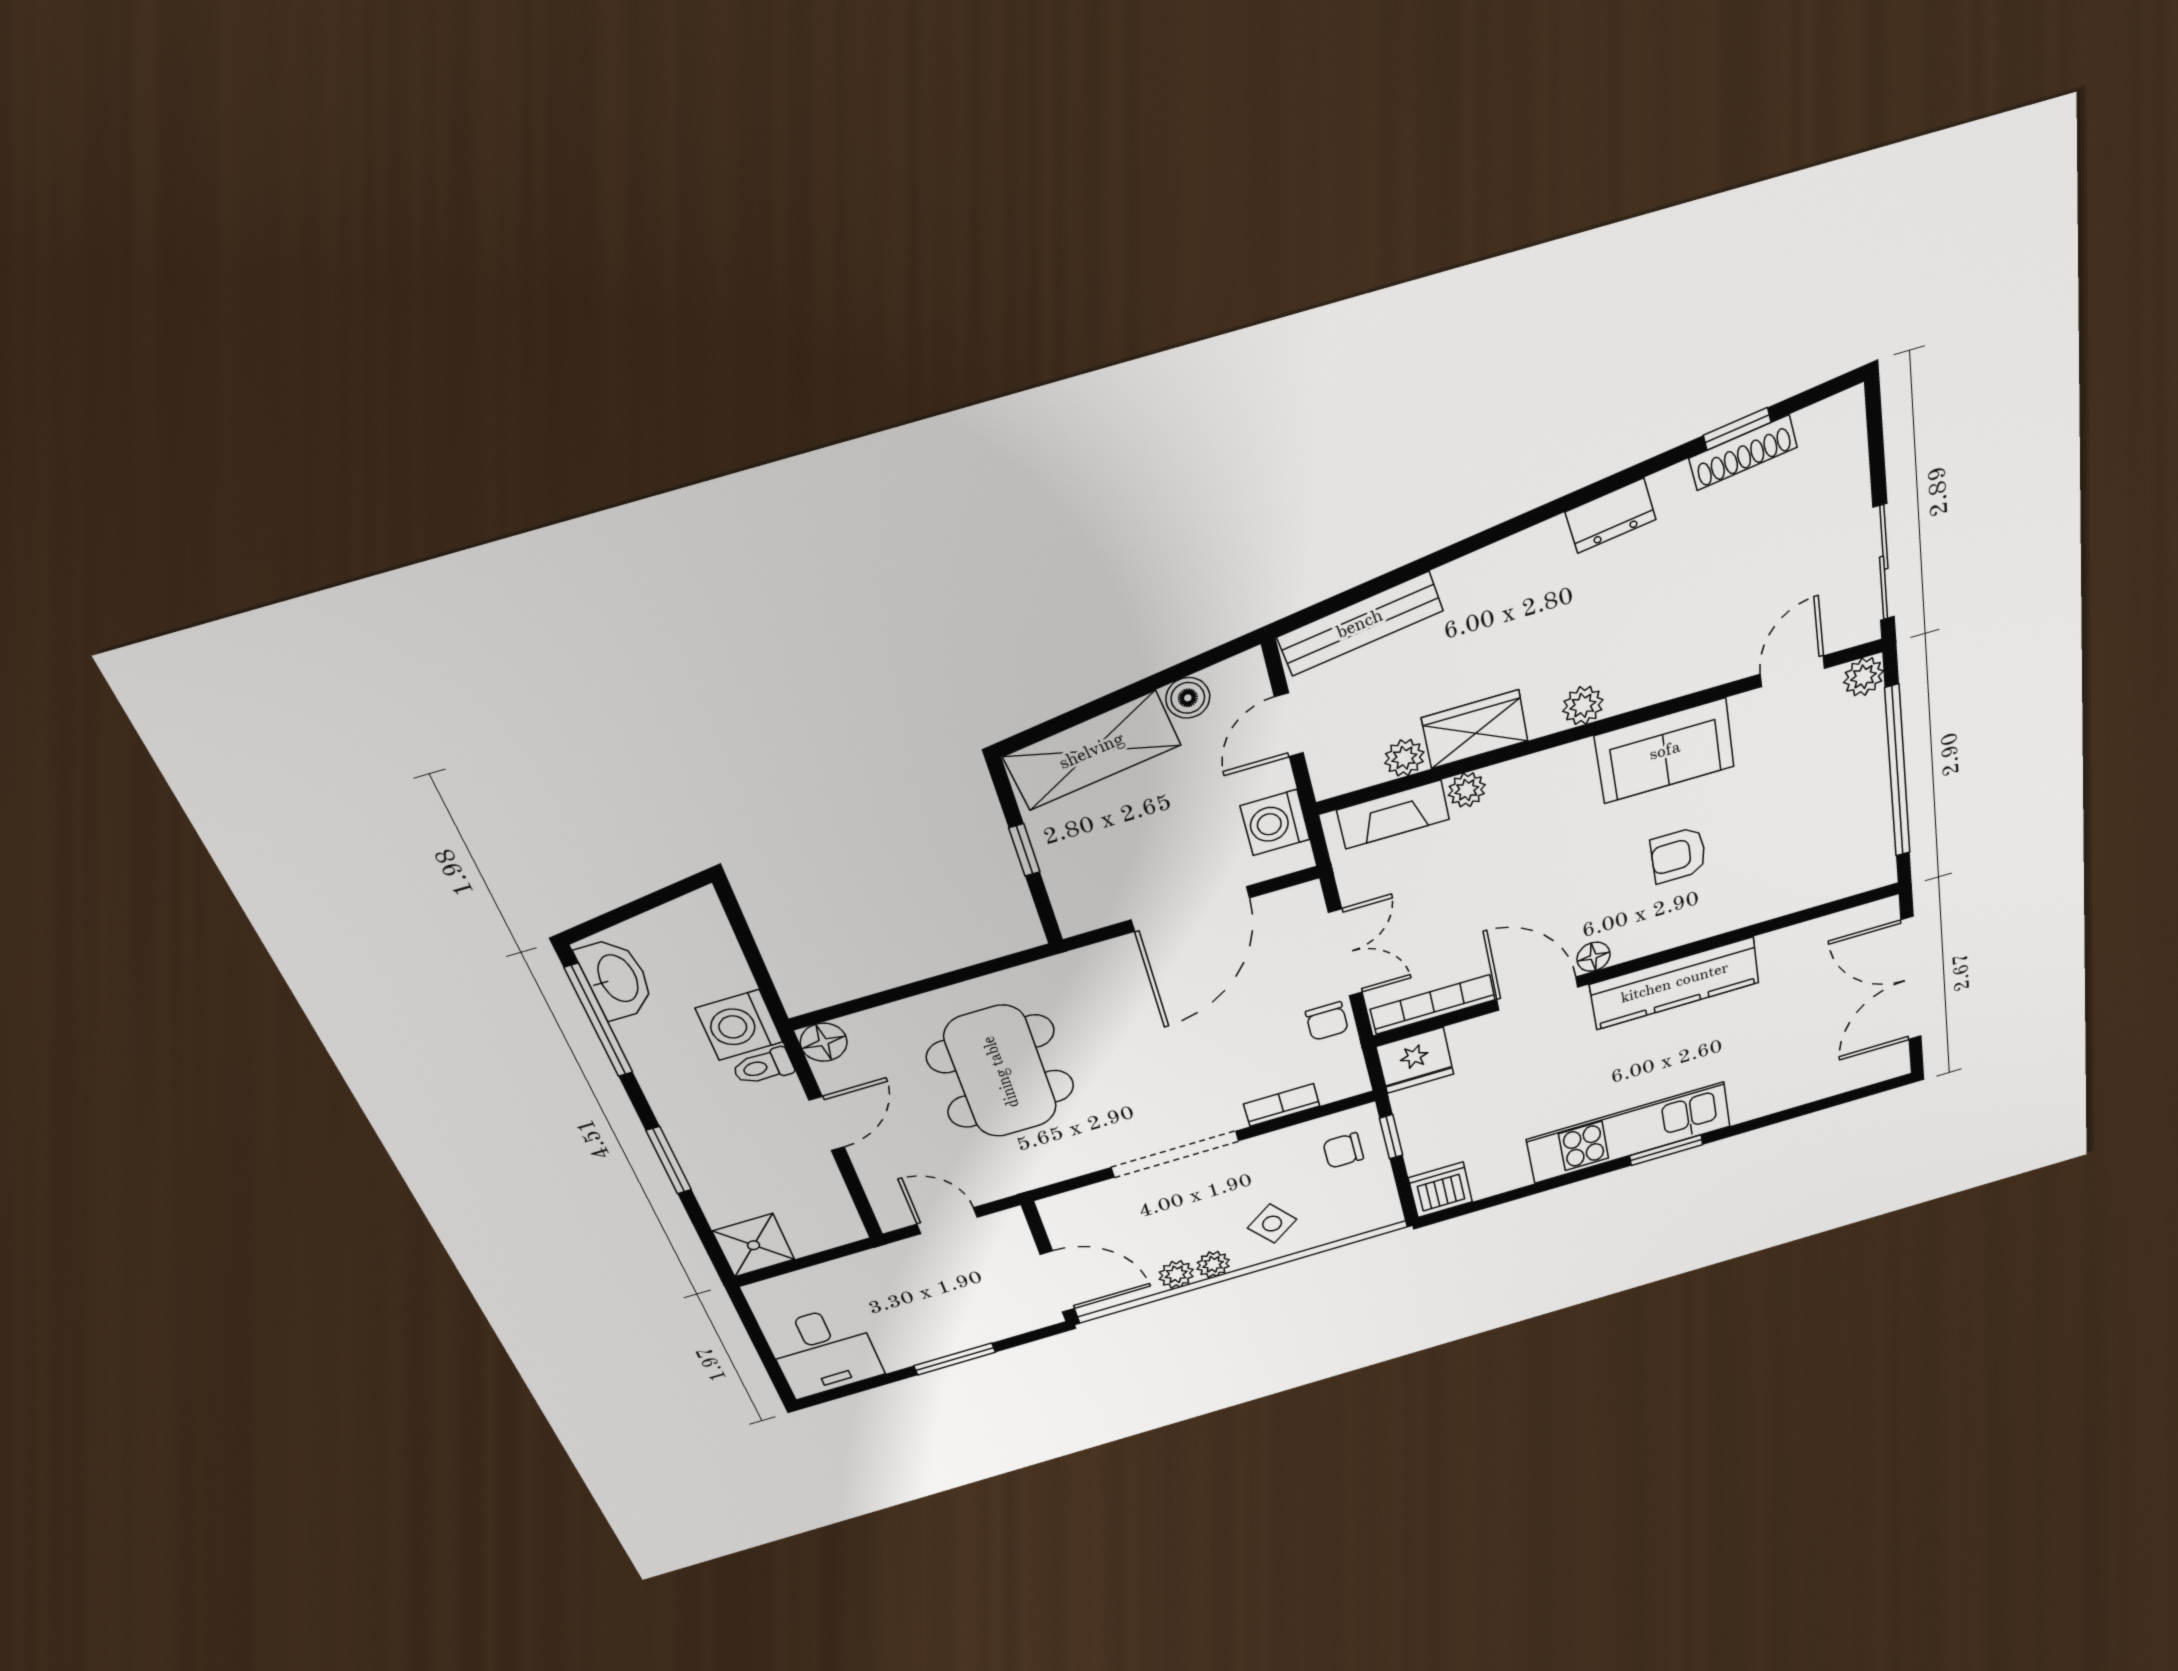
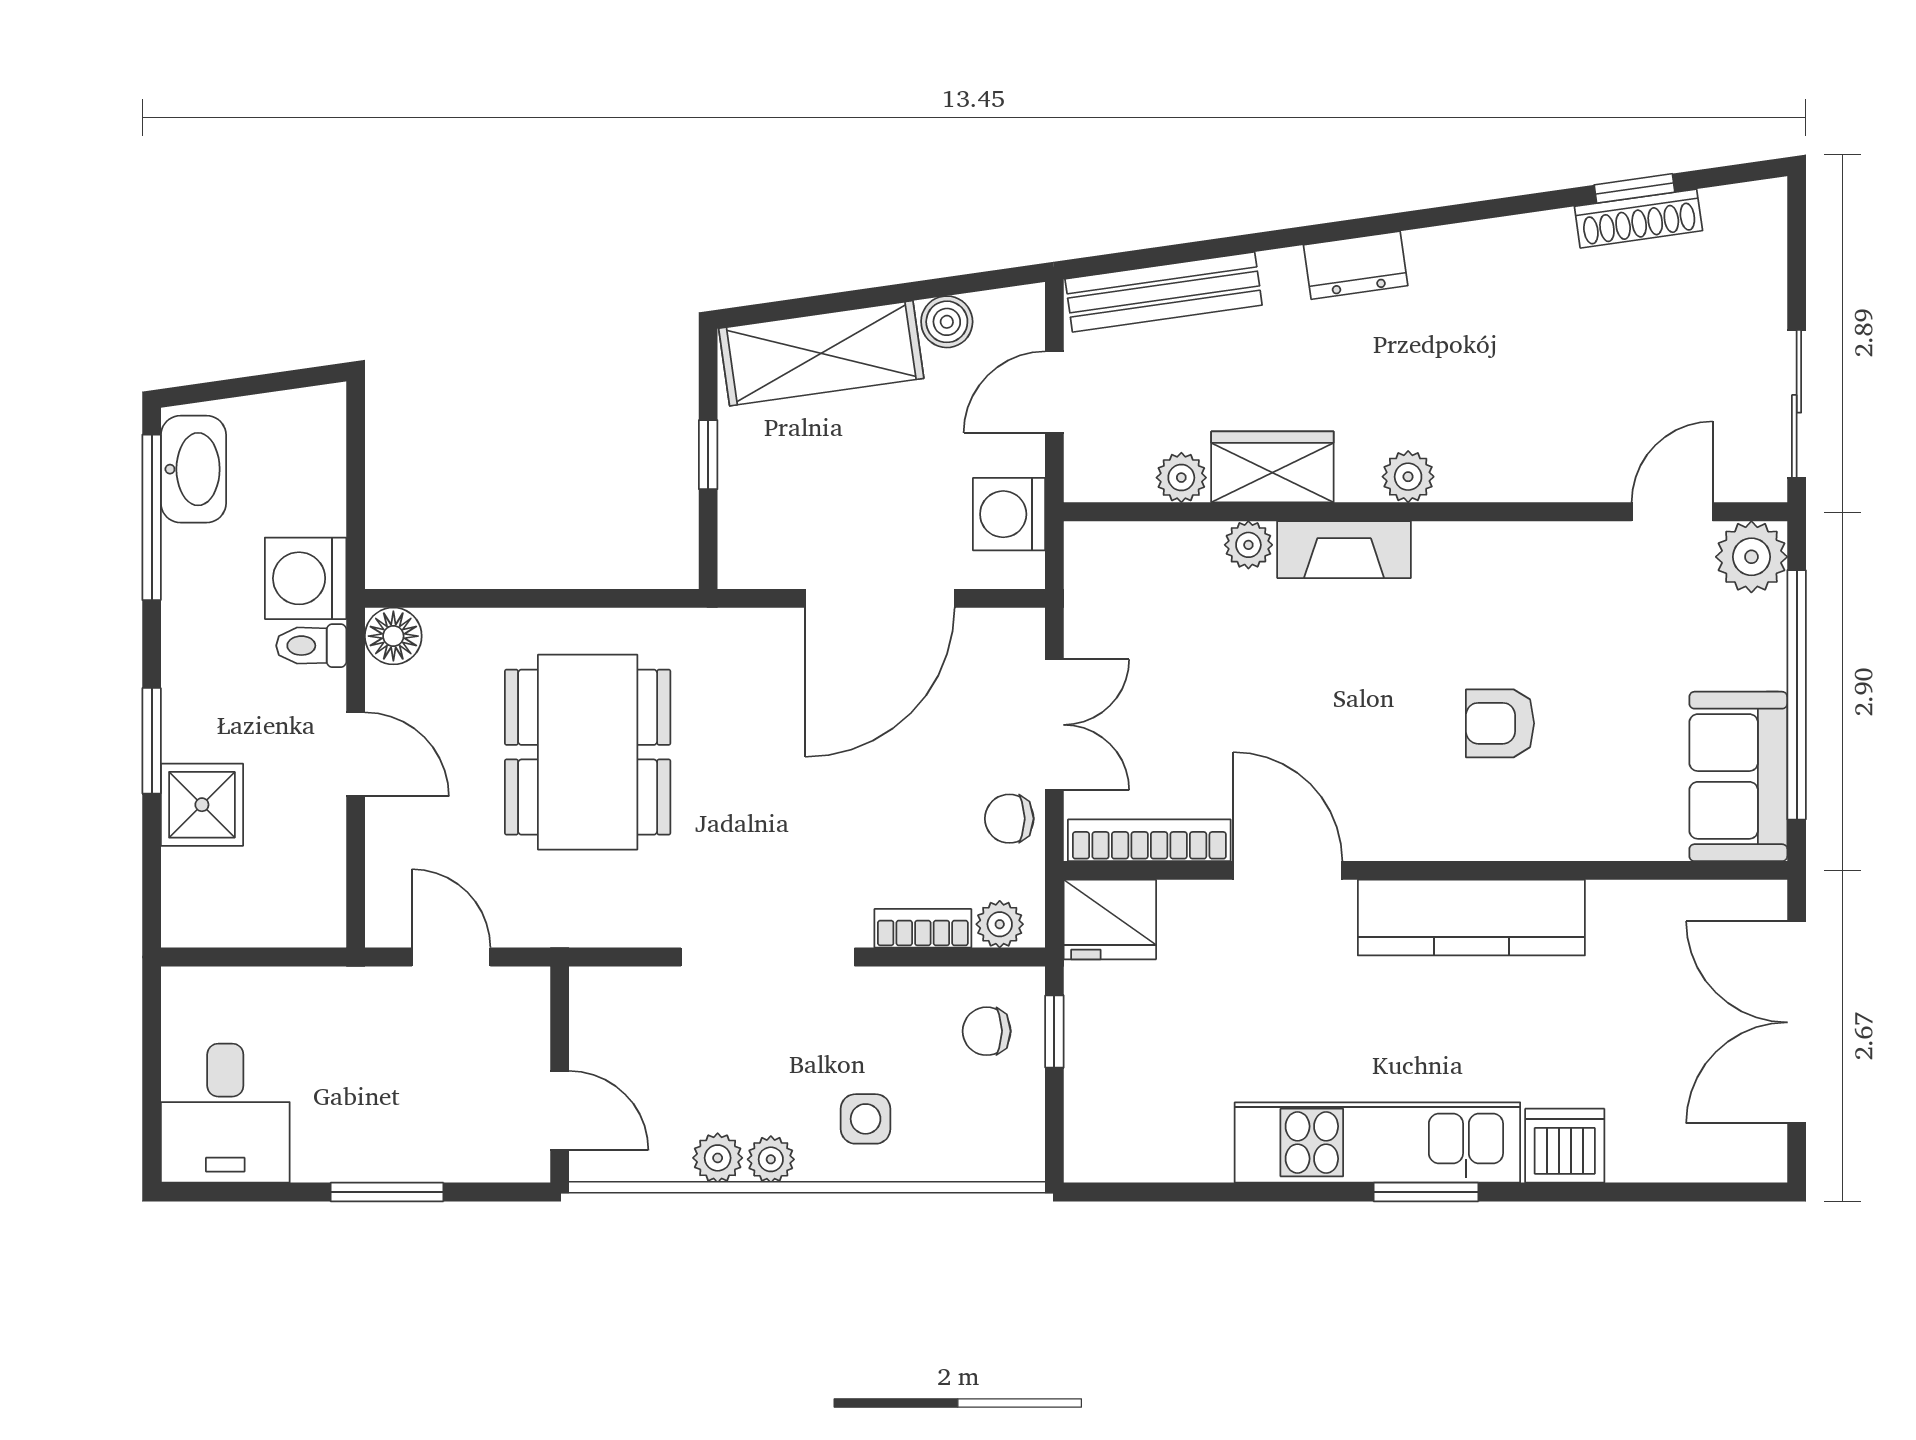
dresser: (1611, 516) -> (1356, 265), moved
plant: (1864, 677) -> (1751, 557), width x1.38, depth x1.38
sofa: (1665, 751) -> (1738, 776), moved, turned 90
fireplace: (1393, 815) -> (1344, 550), moved
floor lamp: (1593, 957) -> (1370, 839), removed
chair: (1327, 1021) -> (1009, 819), turned 90
plant: (1336, 1086) -> (1000, 924), added
door: (827, 1124) -> (356, 754), hinge flipped
dishwasher: (1440, 1190) -> (1565, 1146), moved
side table: (1272, 1224) -> (866, 1119), turned 37
shower: (754, 1245) -> (202, 805), moved
door: (1057, 1282) -> (560, 1111), width x0.73

